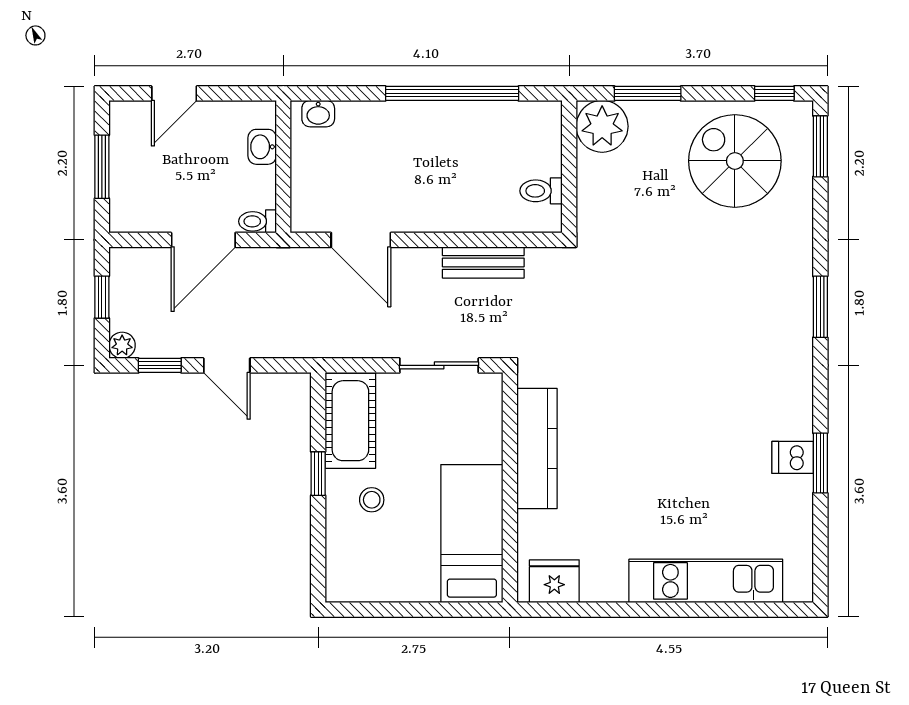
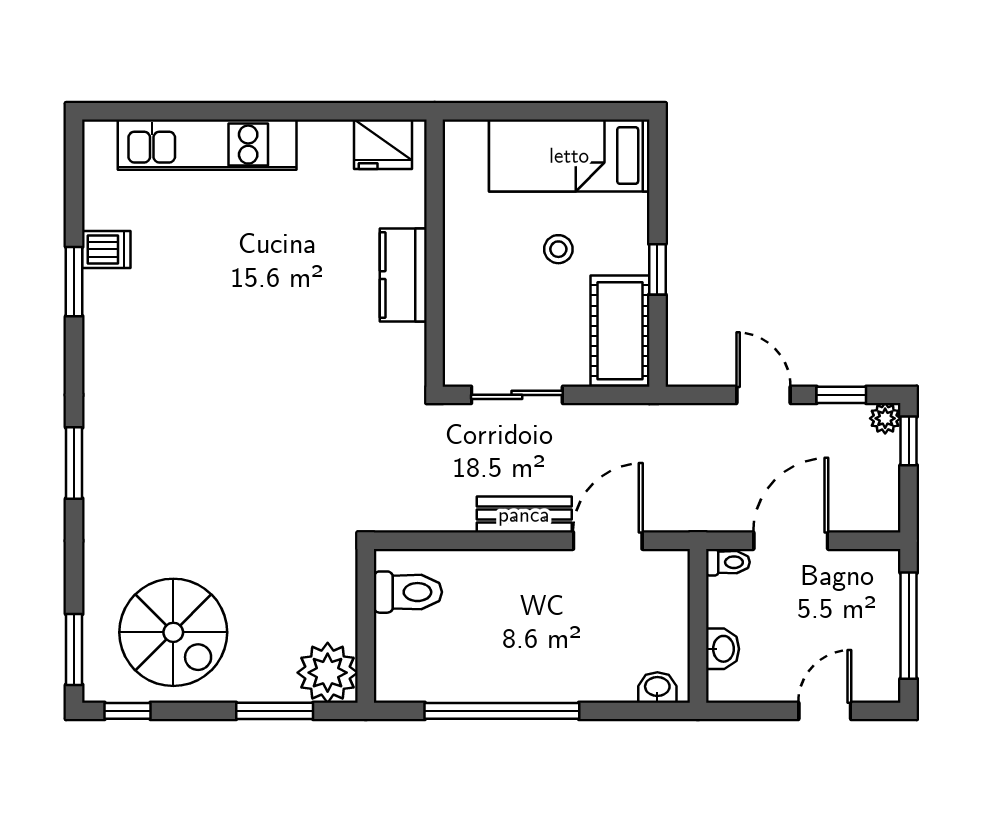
window: (102, 167) -> (909, 626), width x1.44
toilet: (541, 191) -> (408, 592), width x1.37, depth x1.39
door: (361, 240) -> (608, 541), hinge flipped
bench: (483, 262) -> (524, 515), moved
window: (102, 297) -> (909, 441), moved
kitchen counter: (537, 449) -> (403, 275), width x0.67
dishwasher: (793, 457) -> (106, 249), moved
stool: (372, 500) -> (558, 249), moved
bed: (472, 534) -> (569, 156), moved, turned 90

